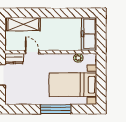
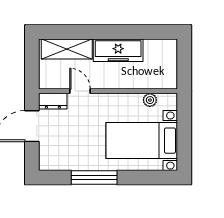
freezer: (89, 34) -> (118, 50), moved, turned -90
window: (56, 109) -> (94, 178), moved

